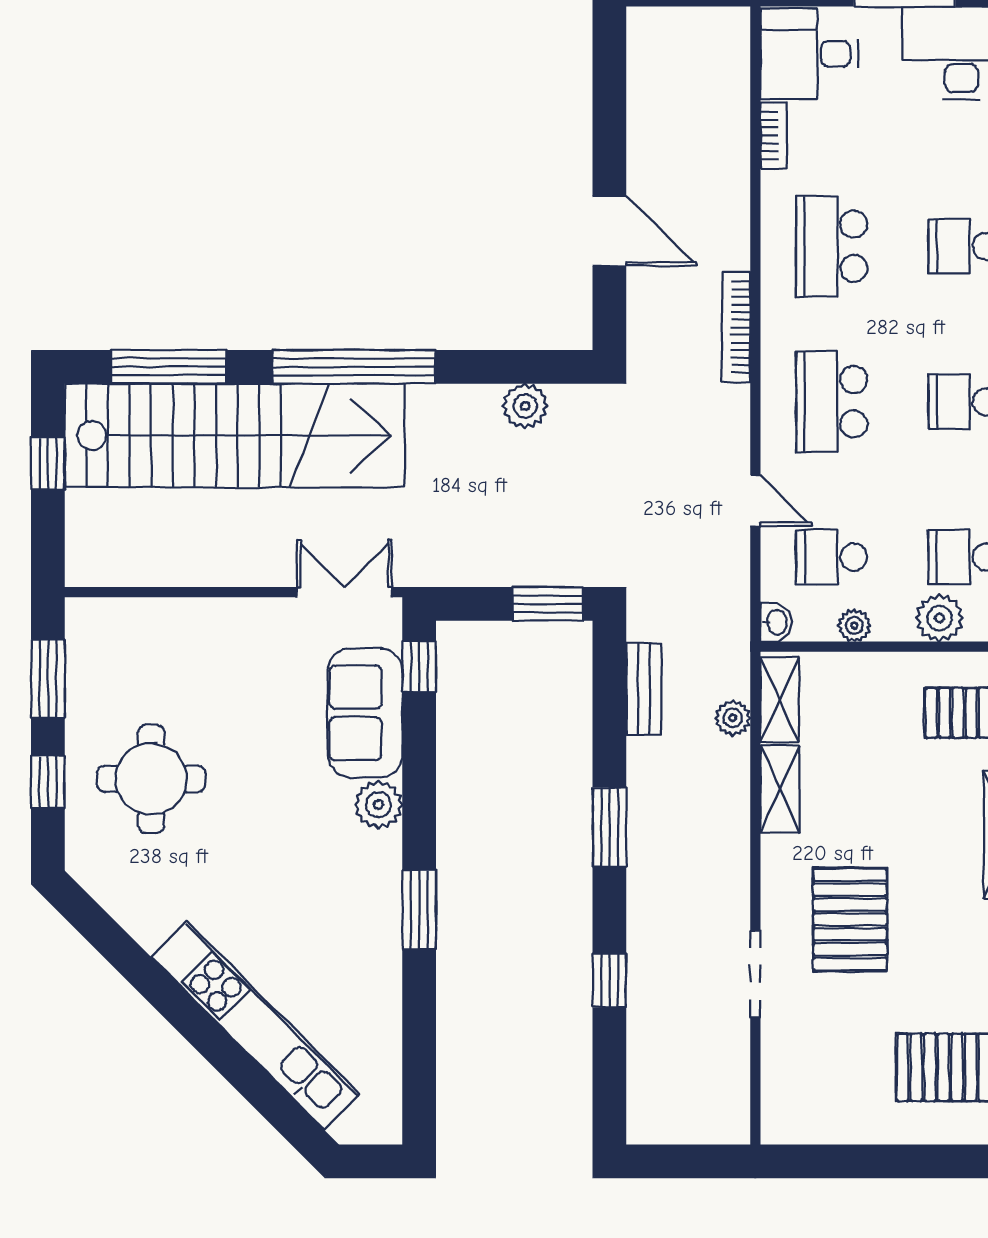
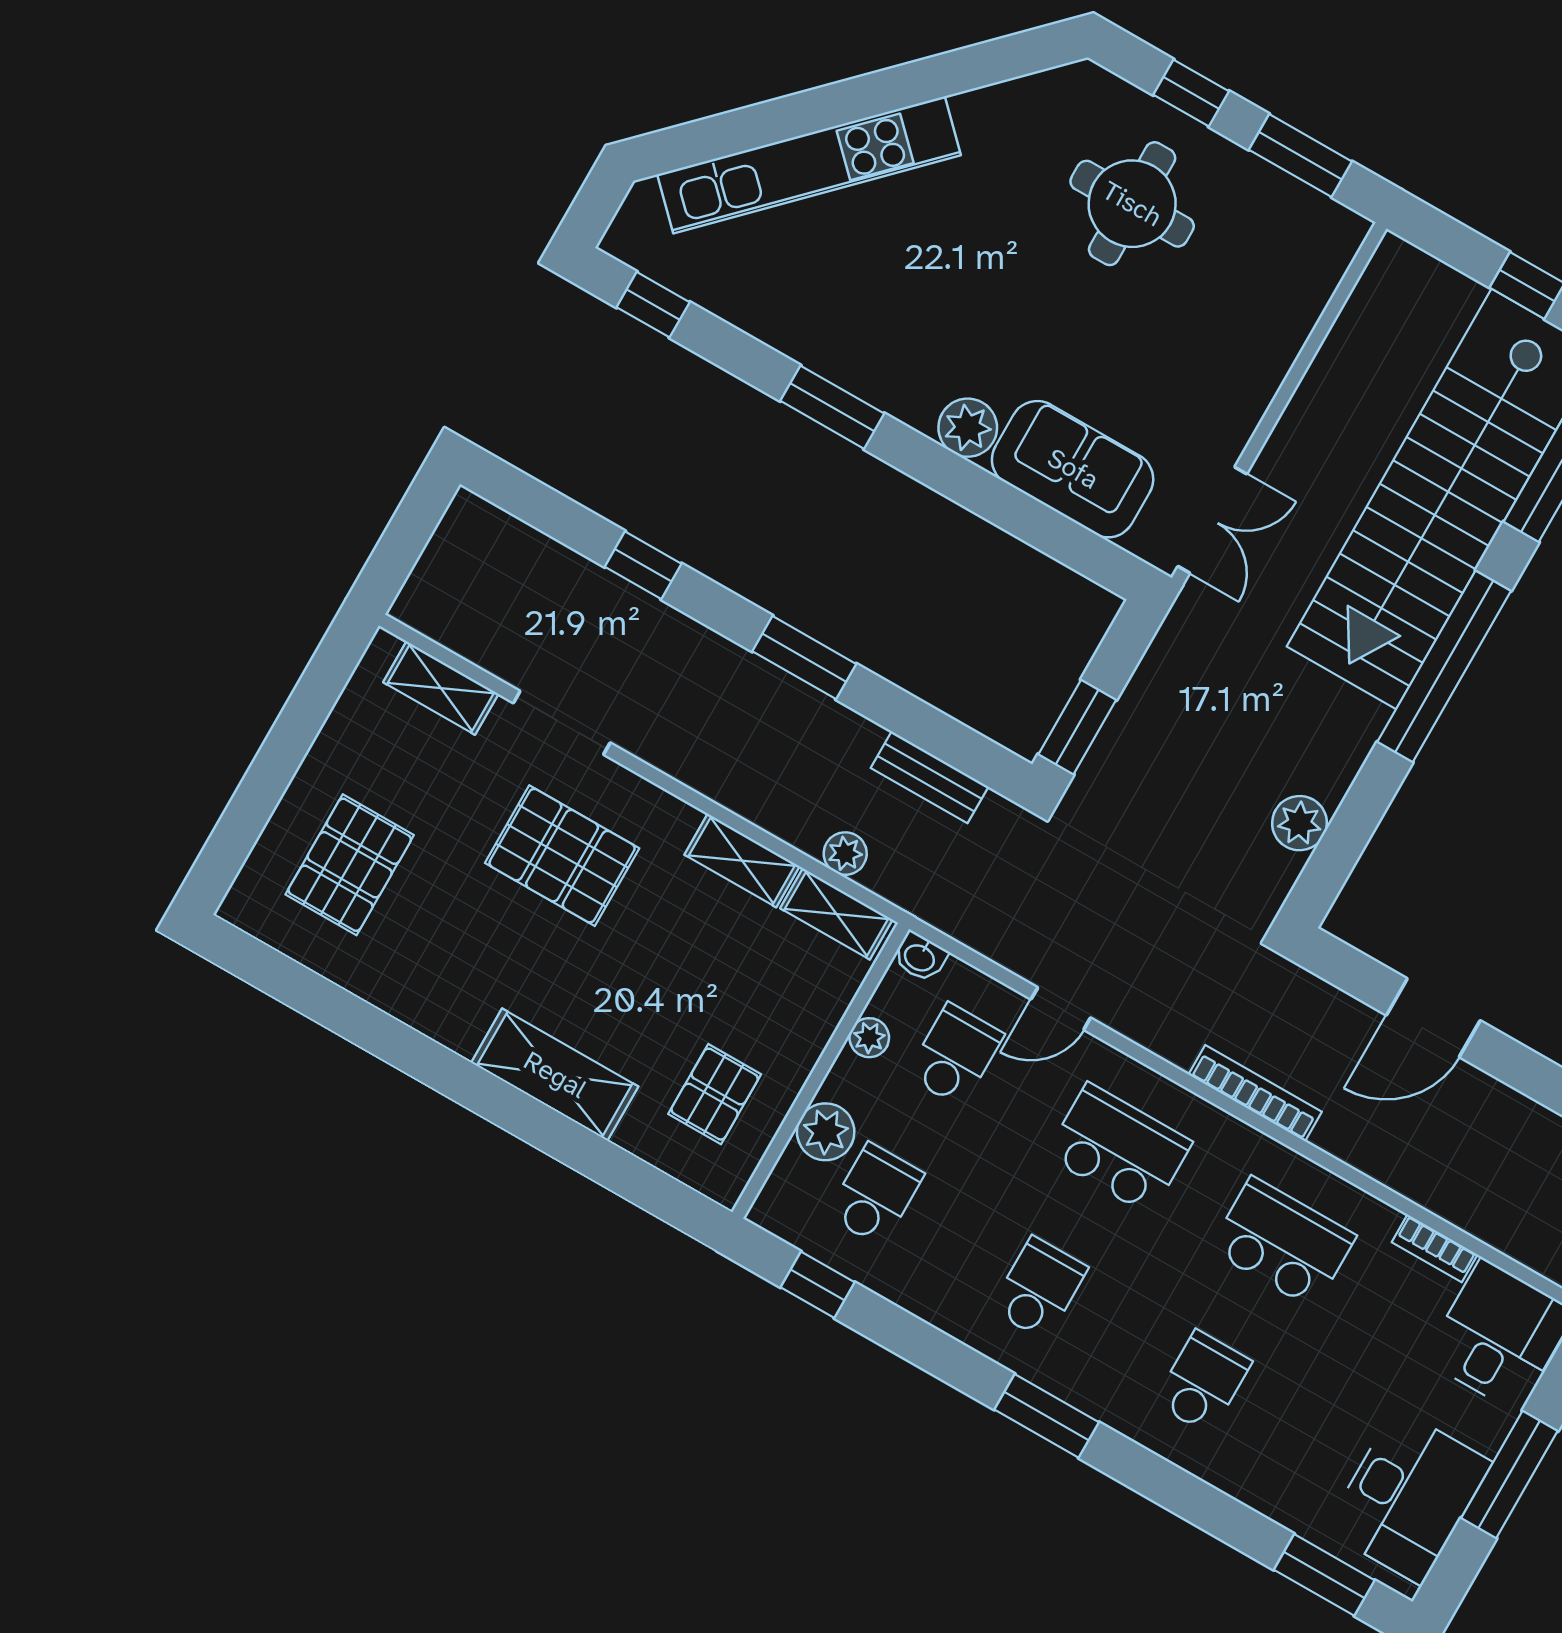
window: (419, 666) -> (653, 305), moved
shelving: (780, 1075) -> (441, 688), added

